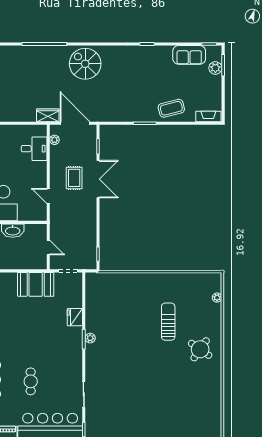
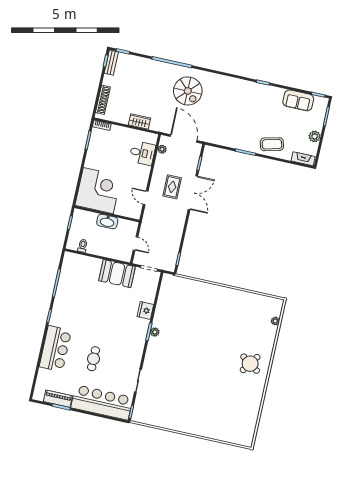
spiral stairs: (85, 64) -> (188, 91), moved, turned 180
plant: (215, 68) -> (315, 136), moved
wardrobe: (48, 115) -> (140, 121), moved
sun lounger: (168, 322) -> (227, 333), removed

